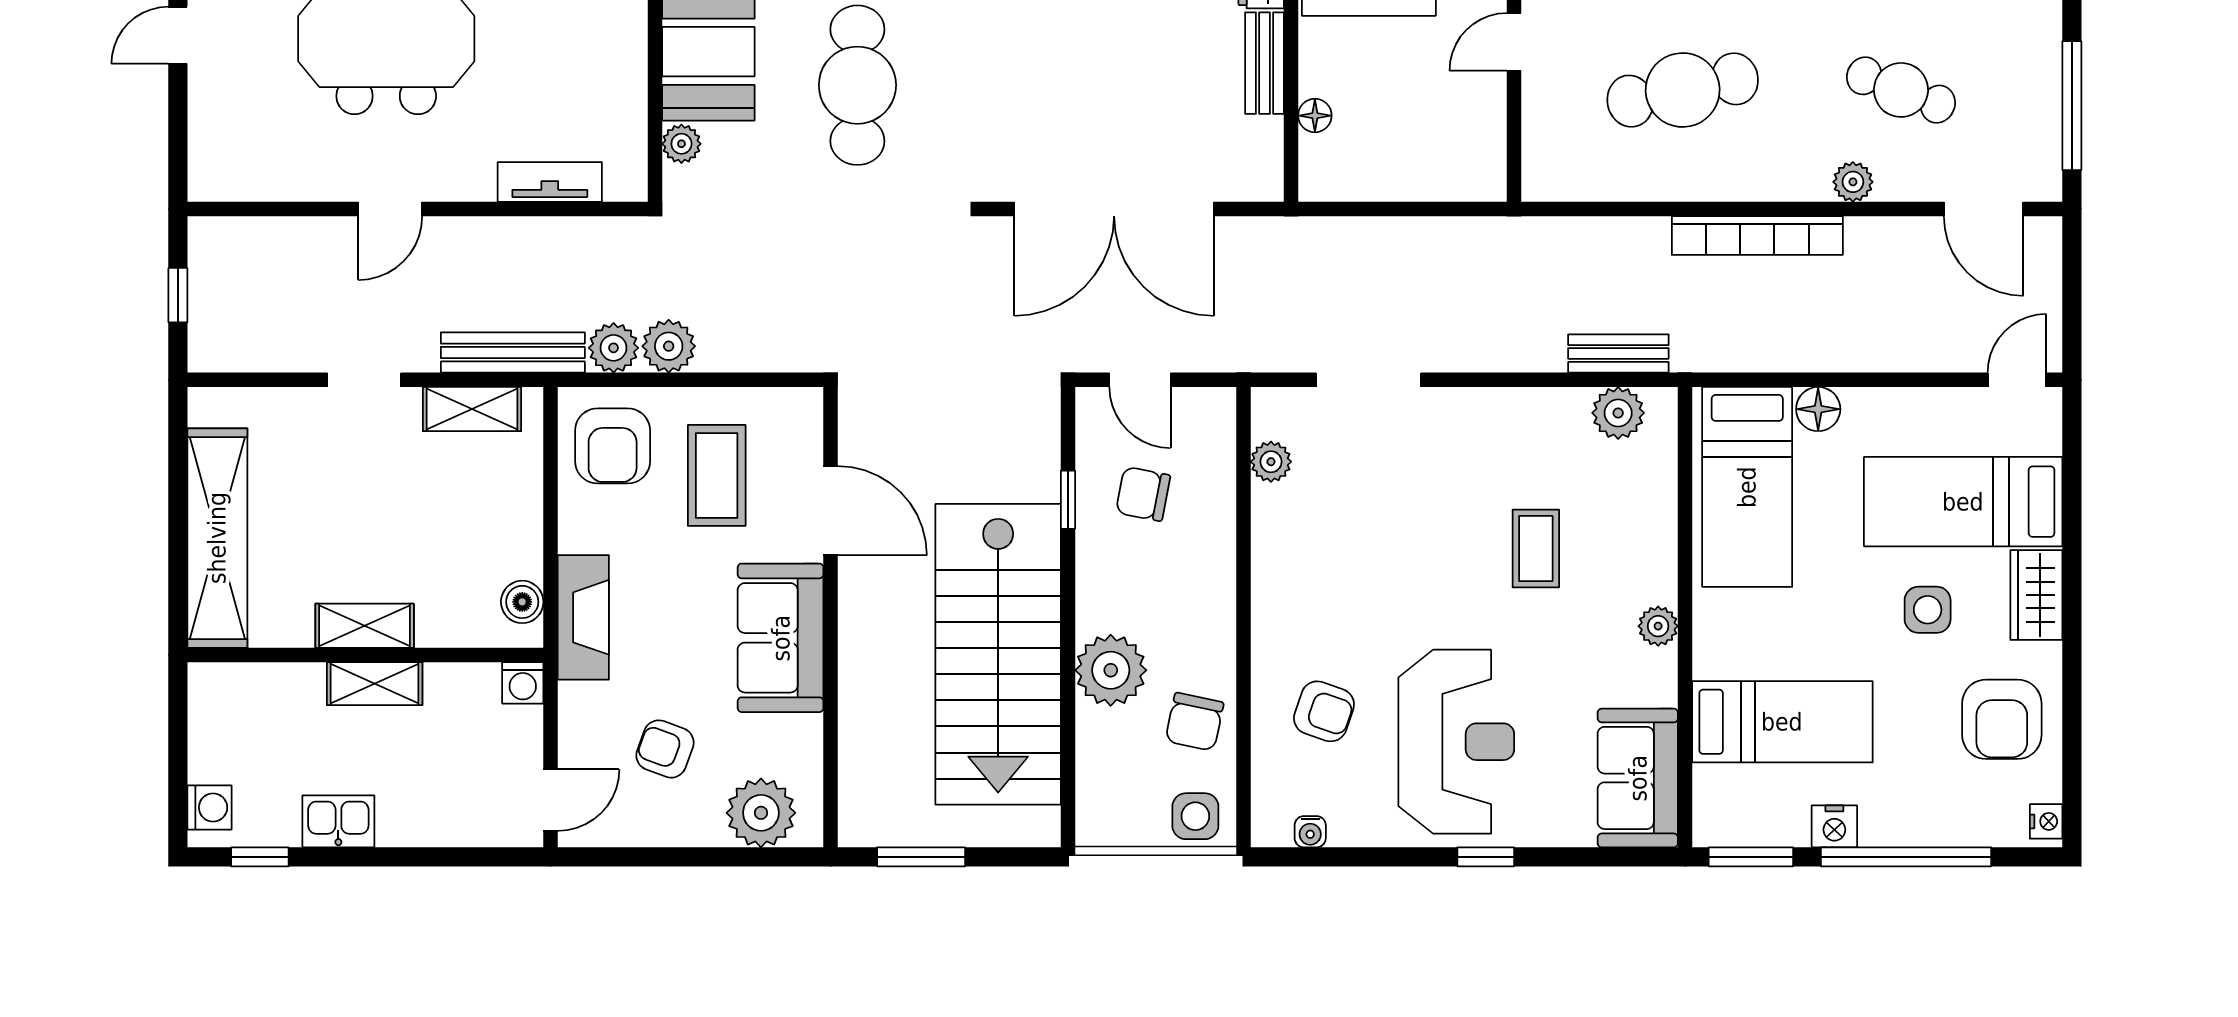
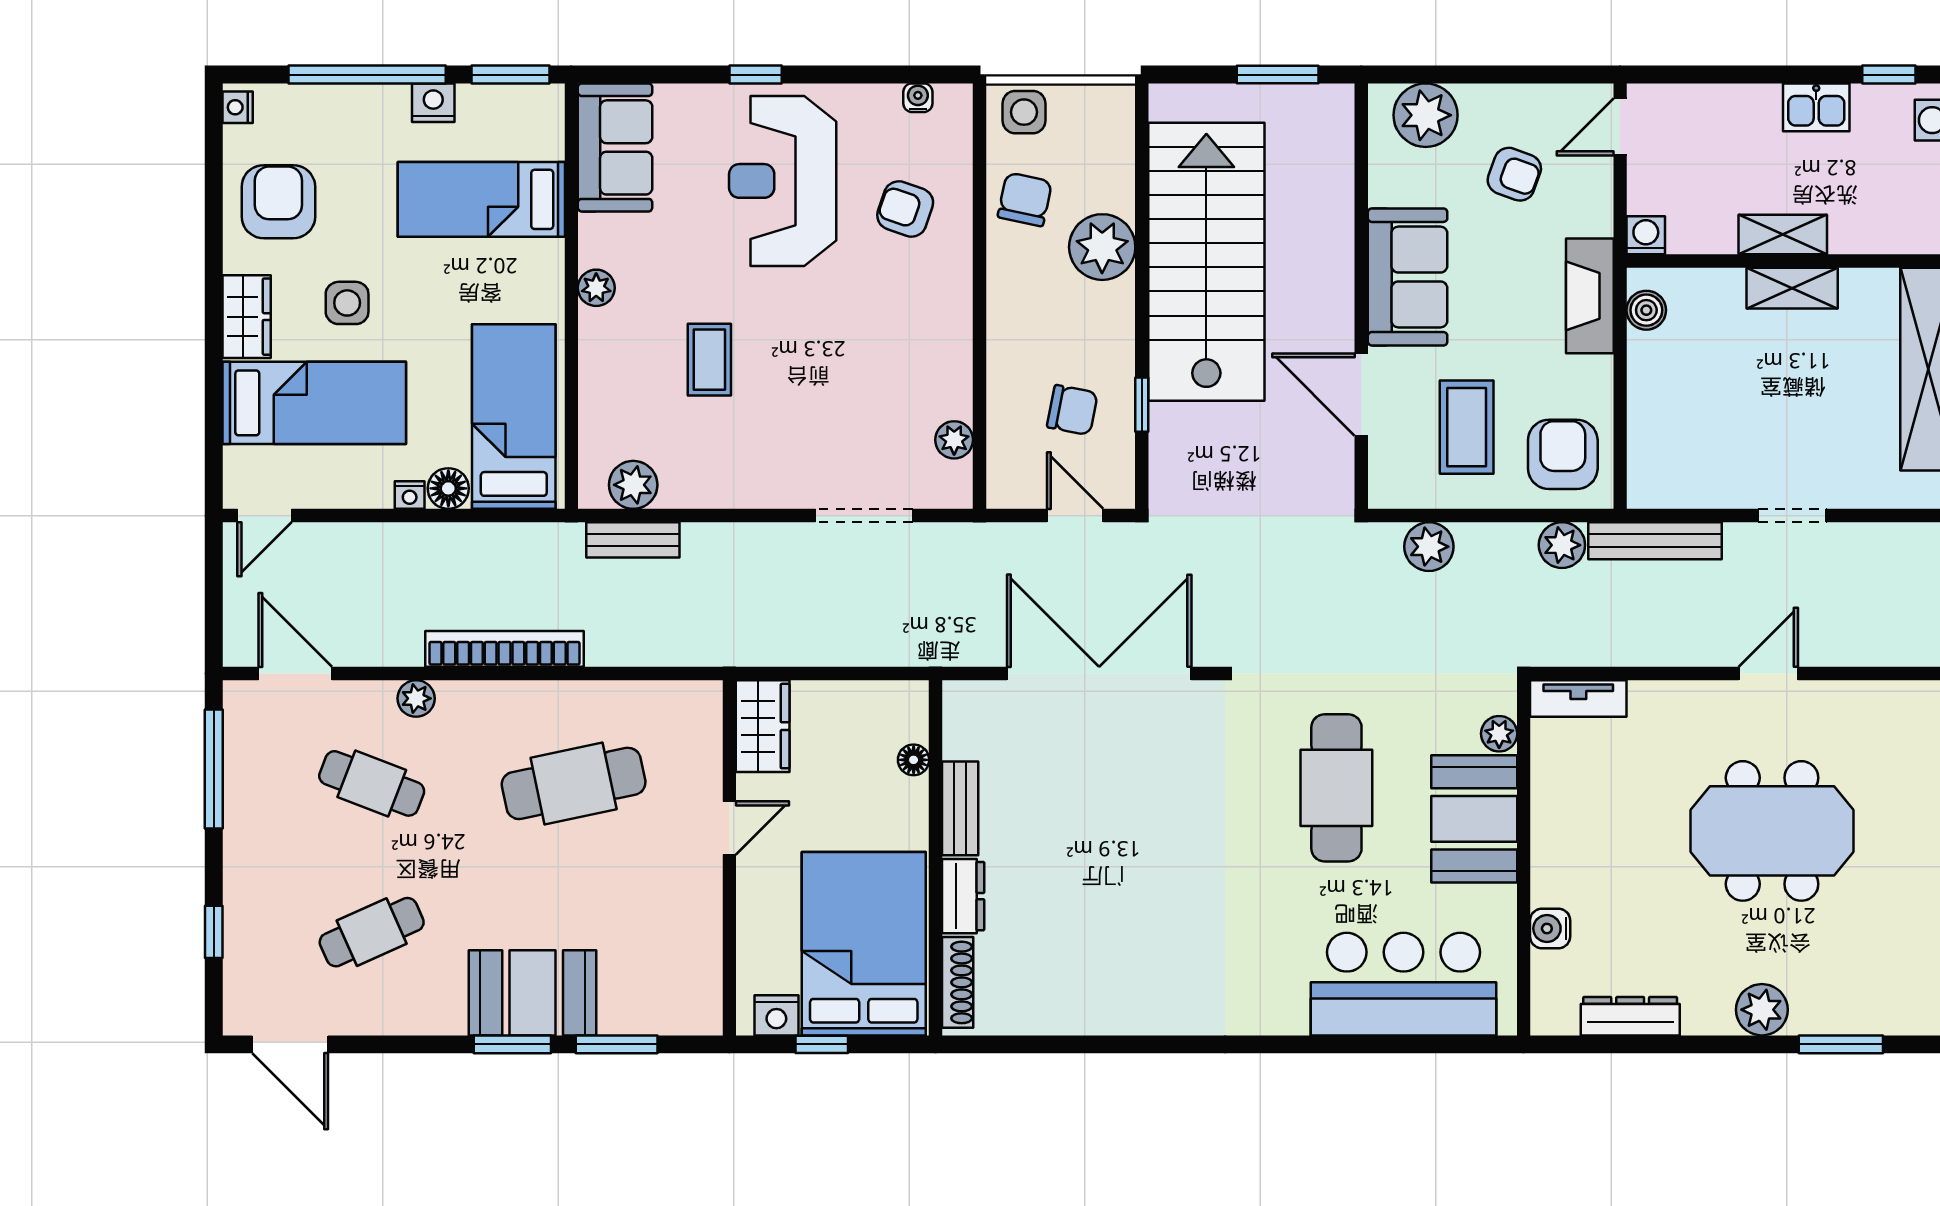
wardrobe: (1478, 152) -> (763, 726), added
tv unit: (550, 182) -> (1578, 698), moved
plant: (669, 346) -> (1429, 547), moved
nightstand: (1860, 402) -> (410, 495), added
shelving: (472, 409) -> (1693, 488), removed

